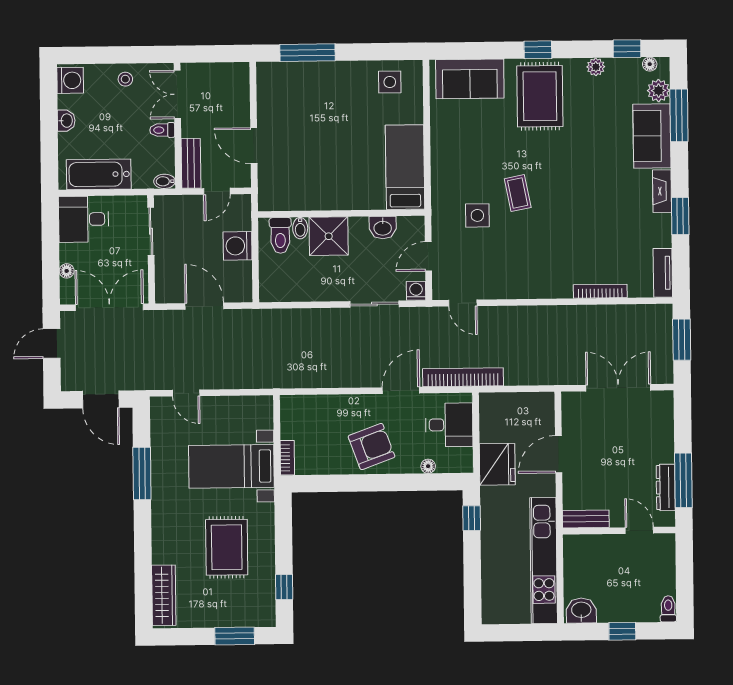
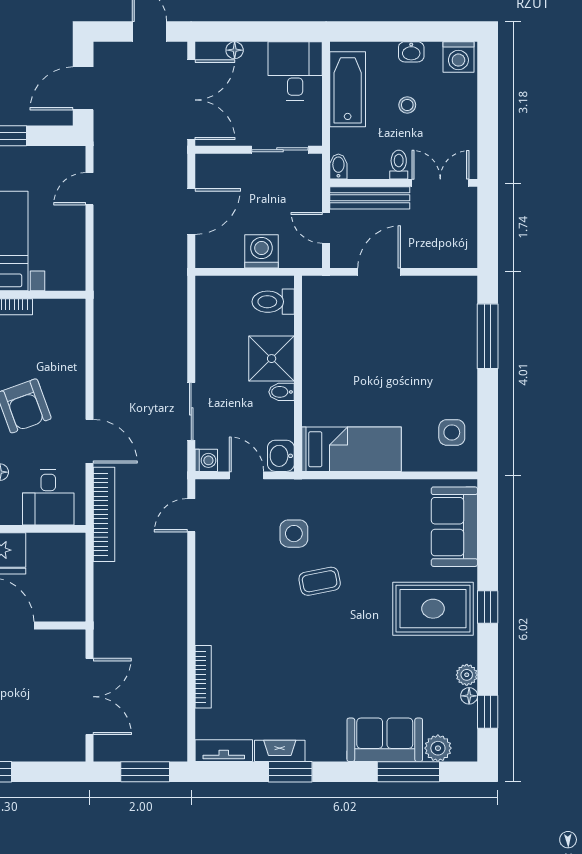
floor lamp: (650, 64) -> (469, 696), moved
stool: (125, 79) -> (407, 105), moved
bench: (191, 163) -> (370, 198), width x1.36
fireplace: (662, 191) -> (280, 751), moved
bidet: (300, 228) -> (281, 392), moved
washbasin: (383, 228) -> (281, 456), moved

